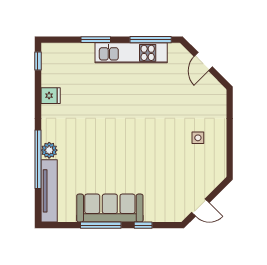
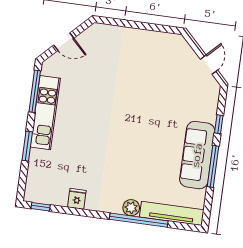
side table: (198, 138) -> (139, 58), removed

